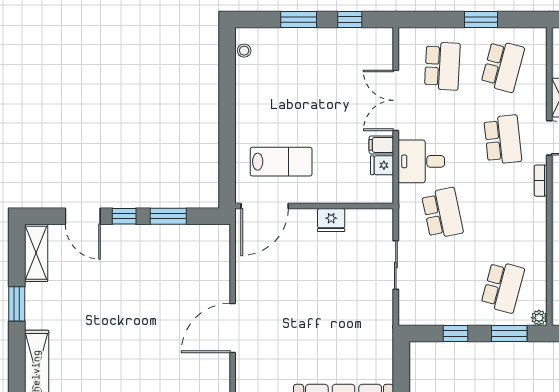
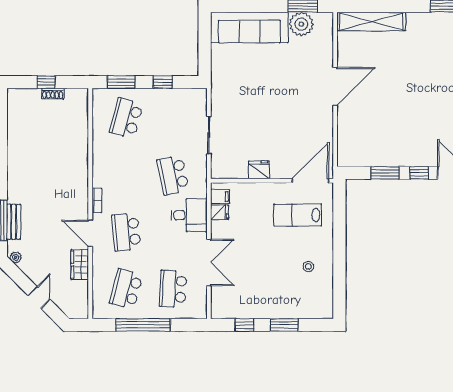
window: (481, 20) -> (143, 325), width x2.11
stool: (244, 51) -> (308, 266), moved
filing cabinet: (381, 145) -> (220, 197), moved
plant: (539, 318) -> (98, 94), removed

